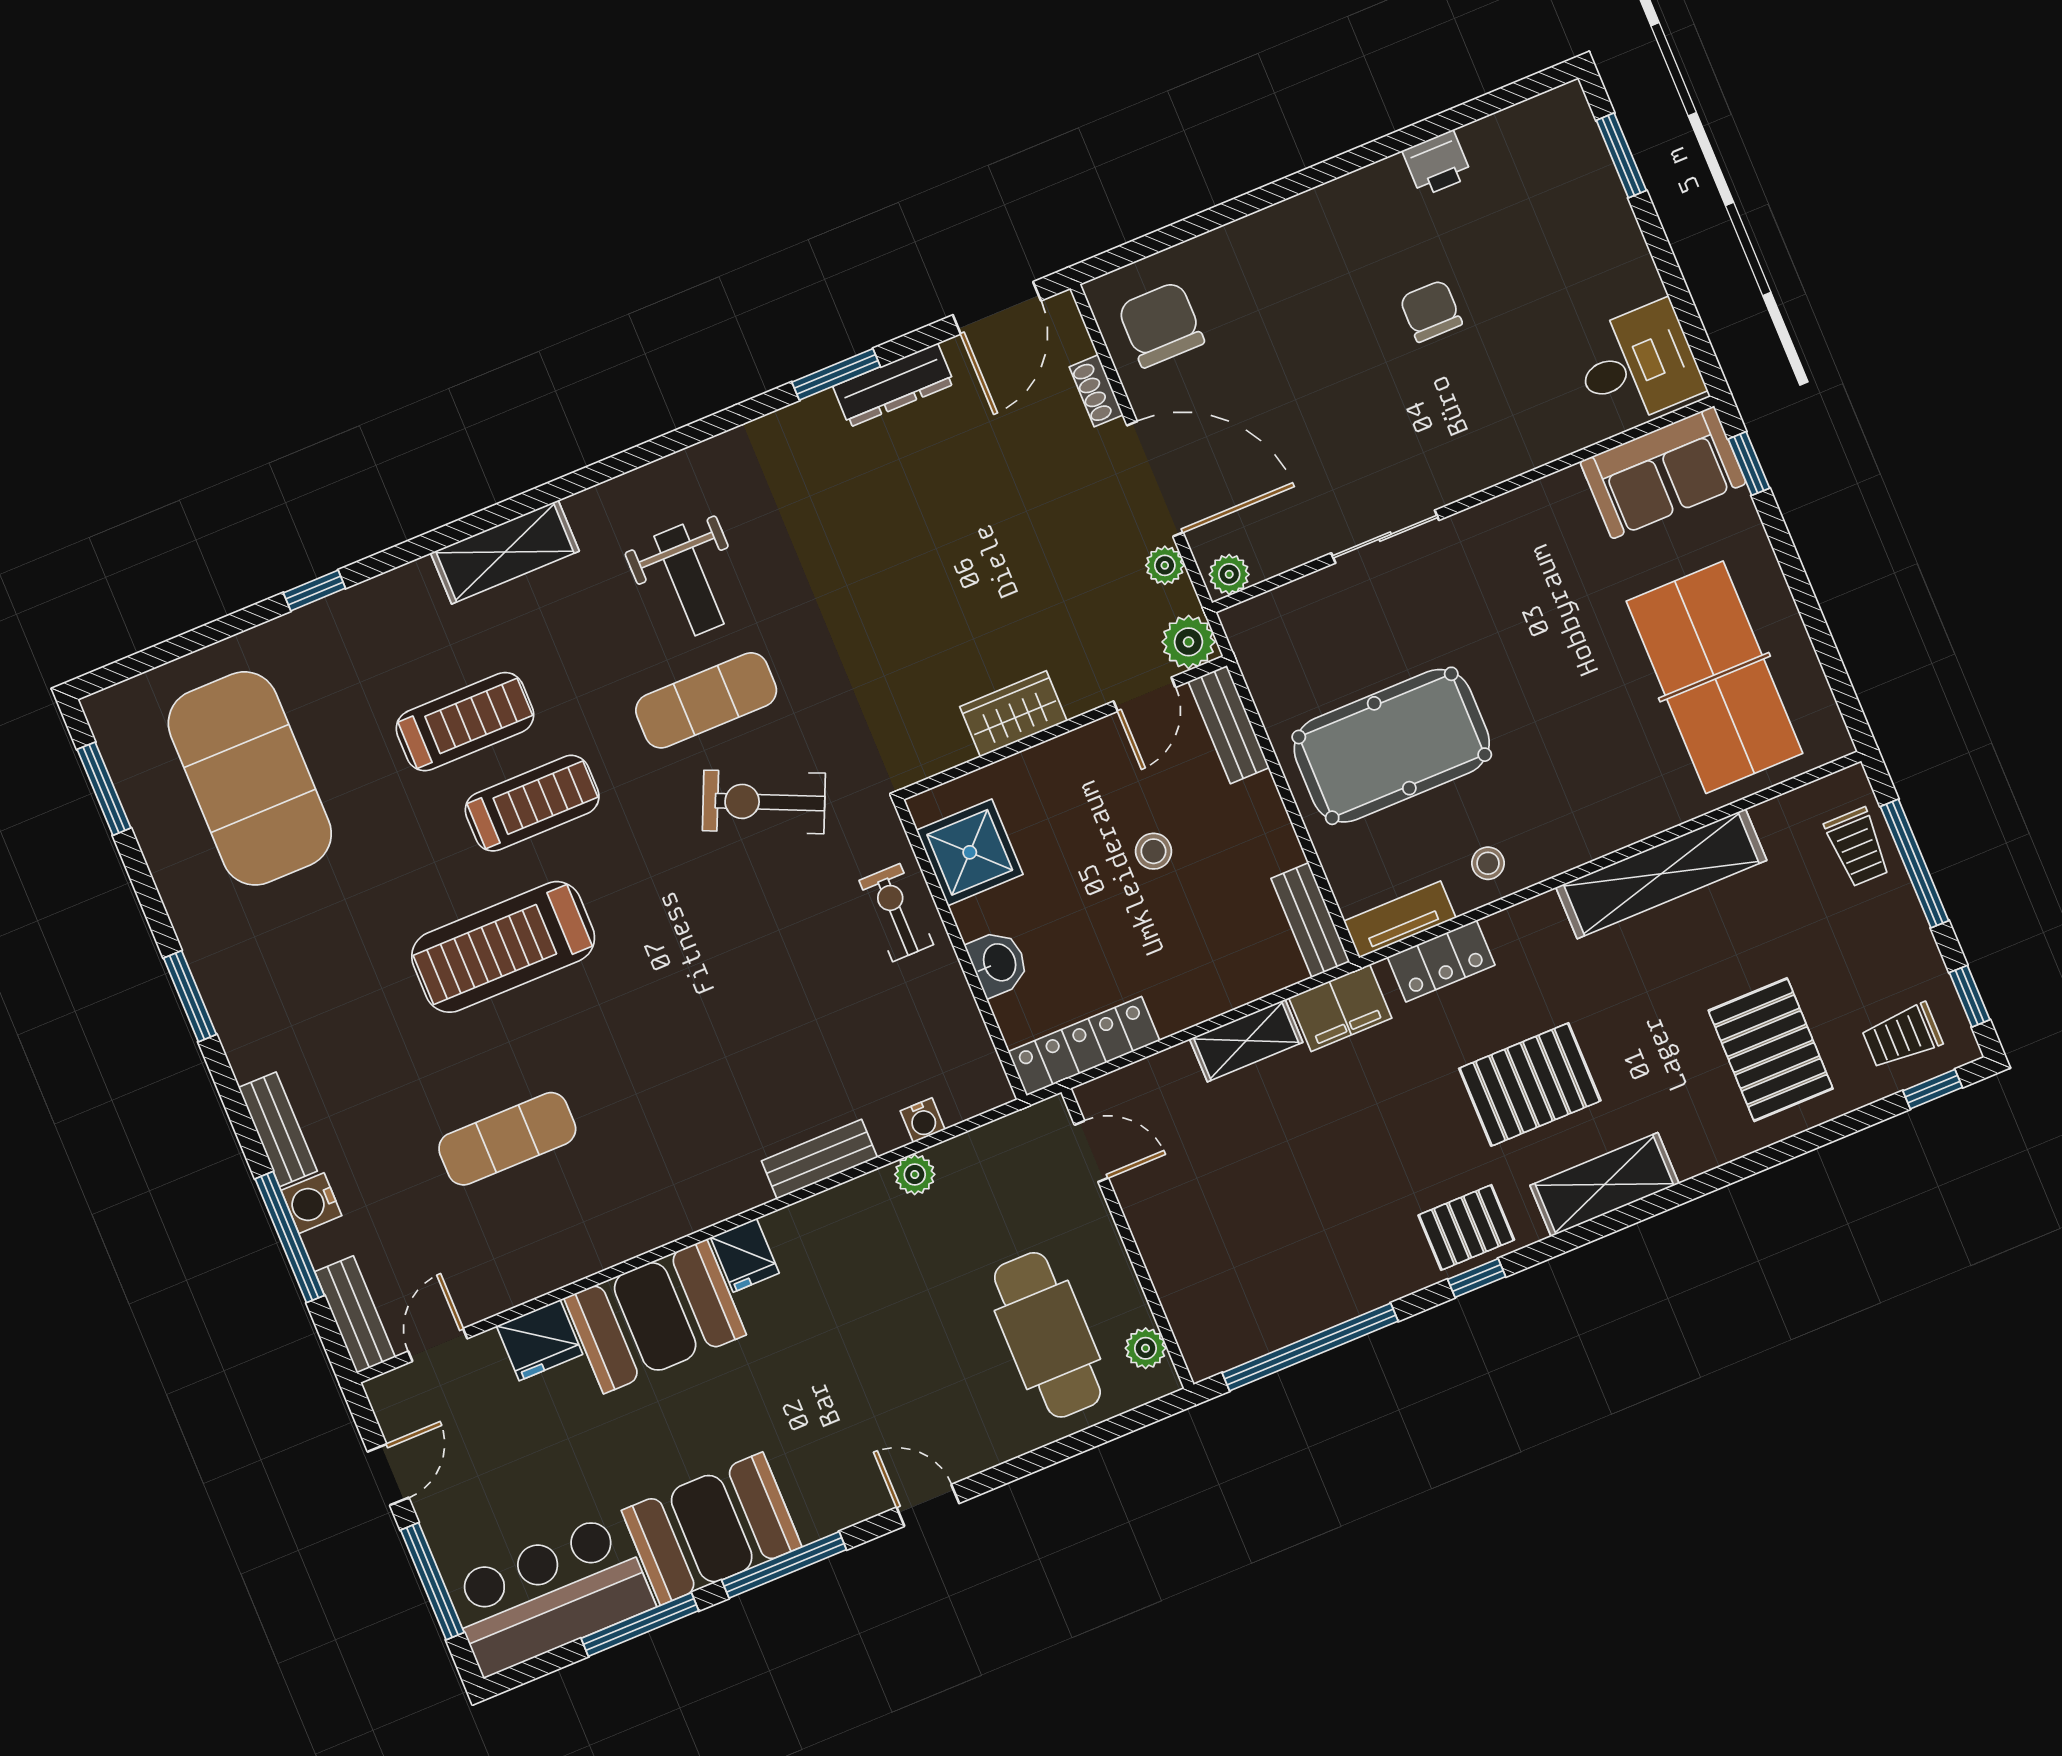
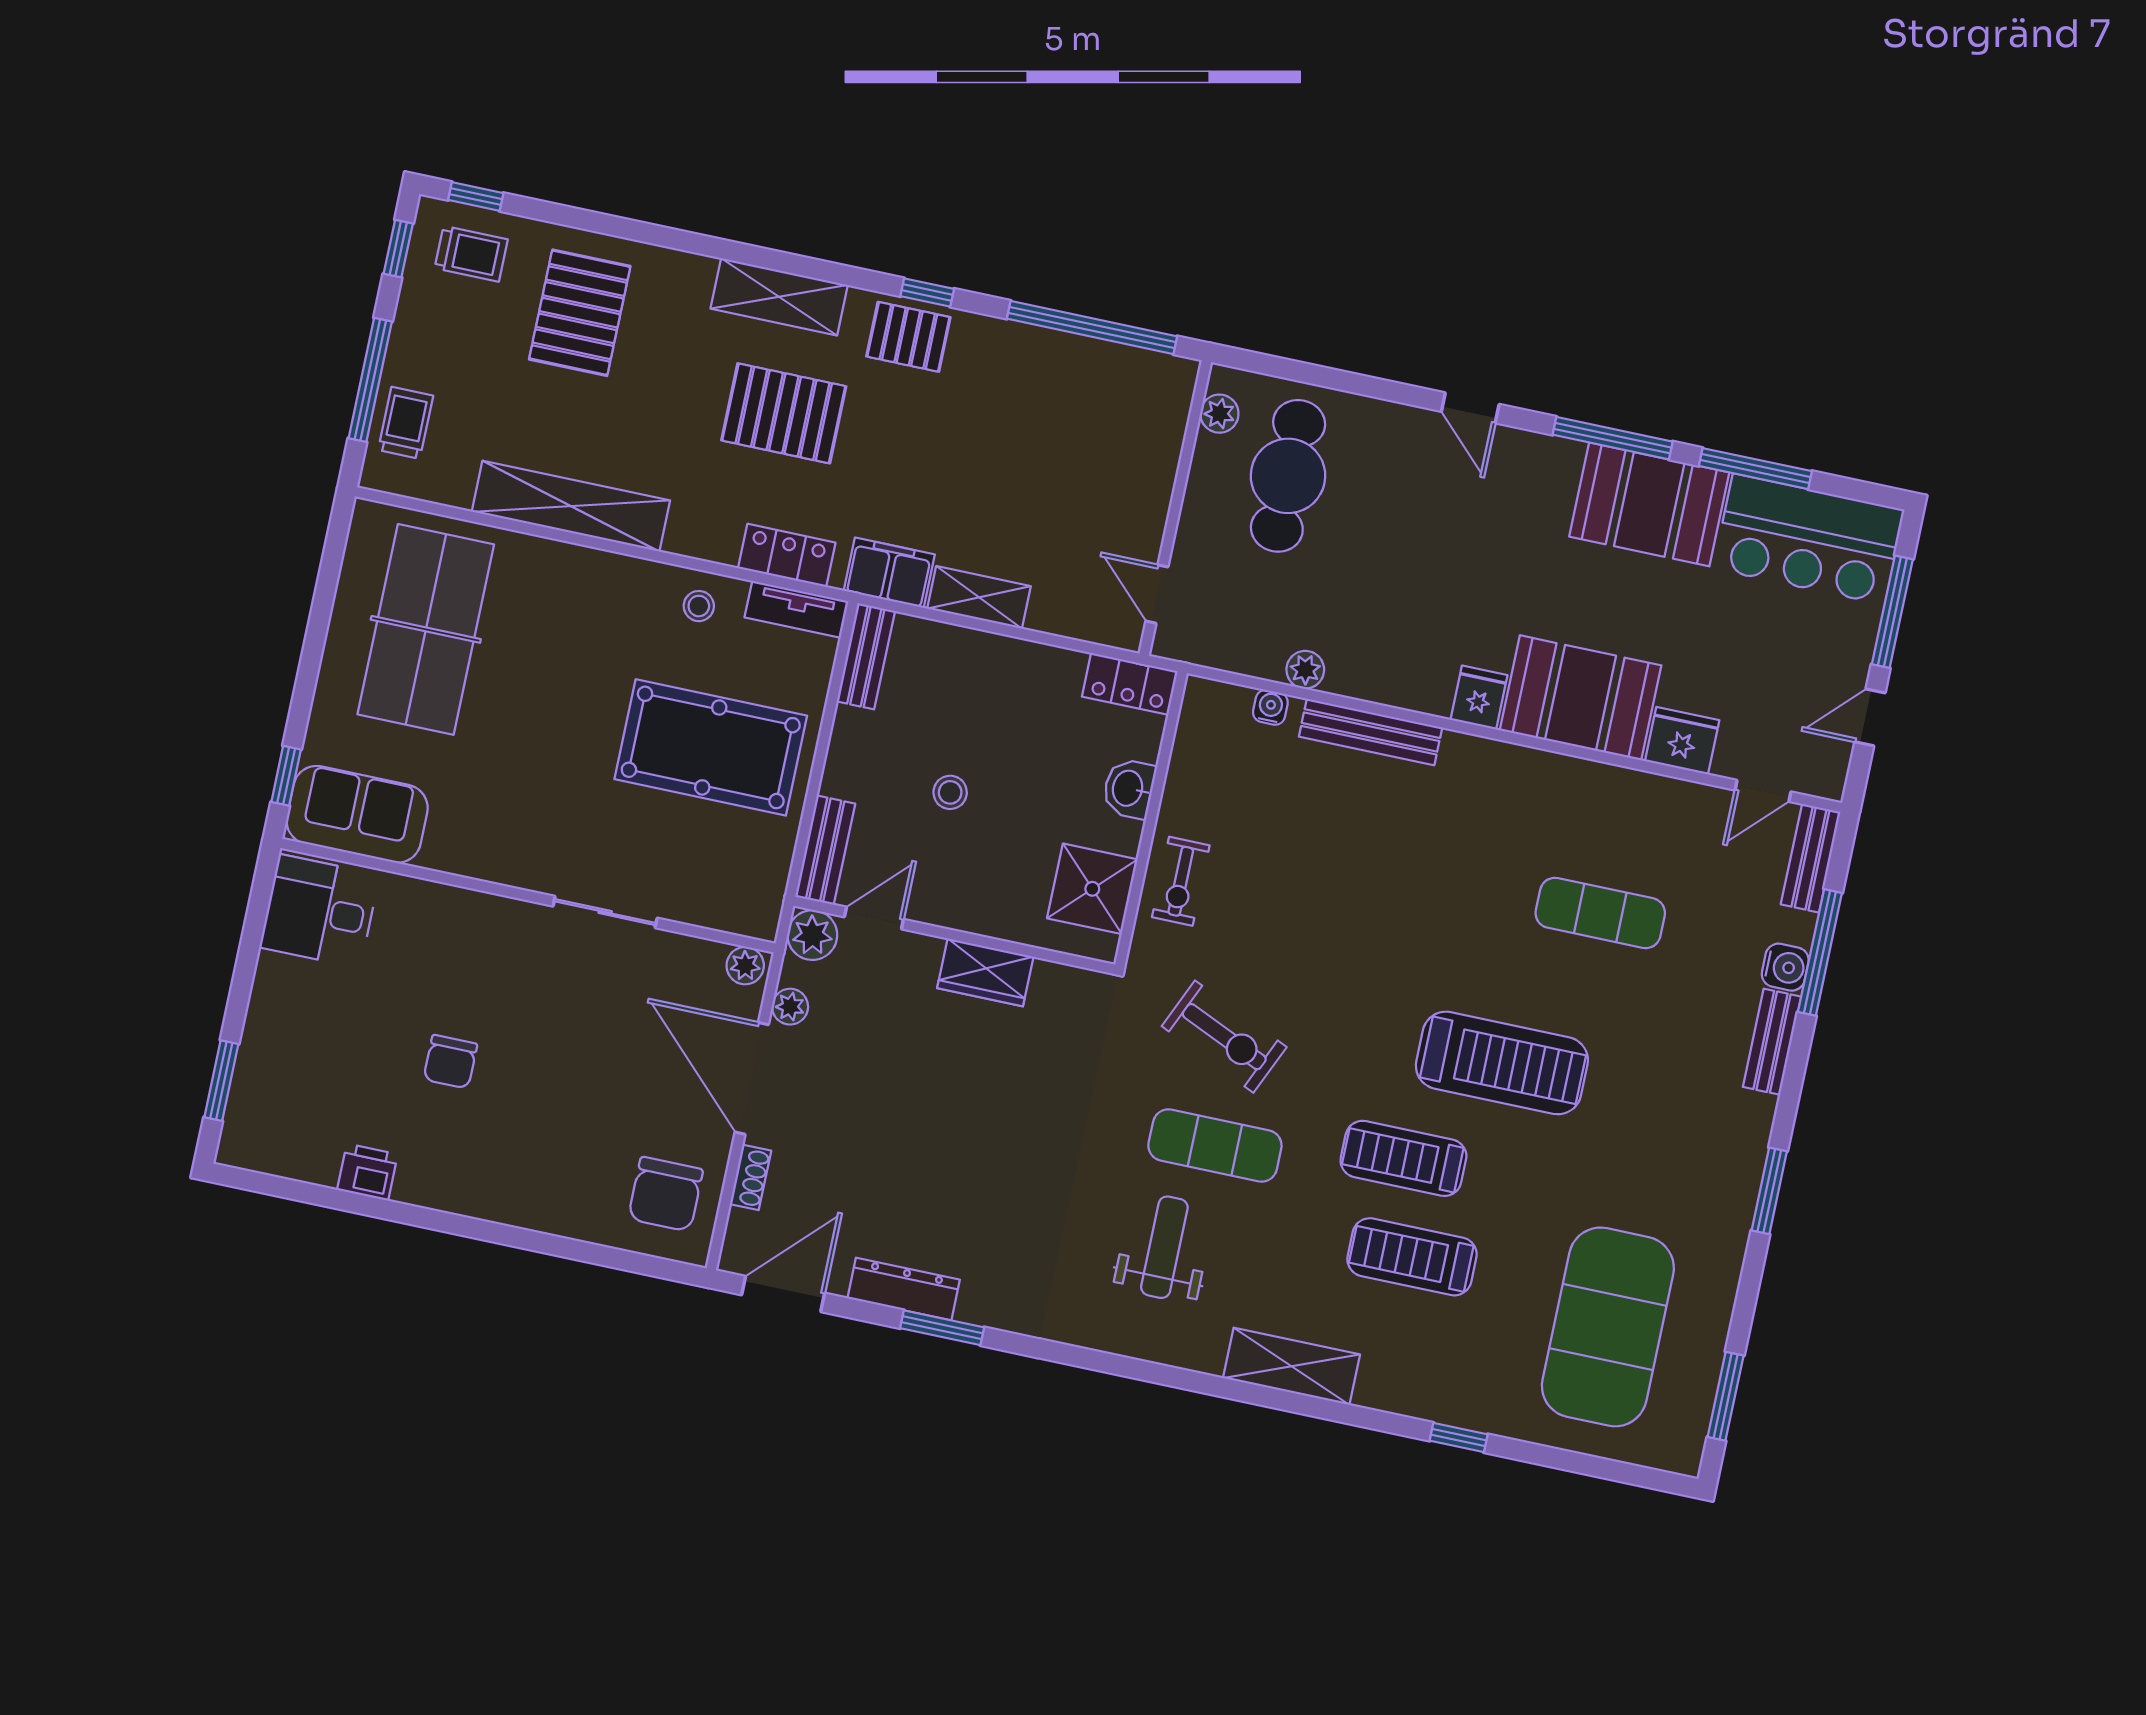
locker: (1084, 1046) -> (1130, 684), width x0.66
bench: (819, 1159) -> (1371, 732), width x1.36

